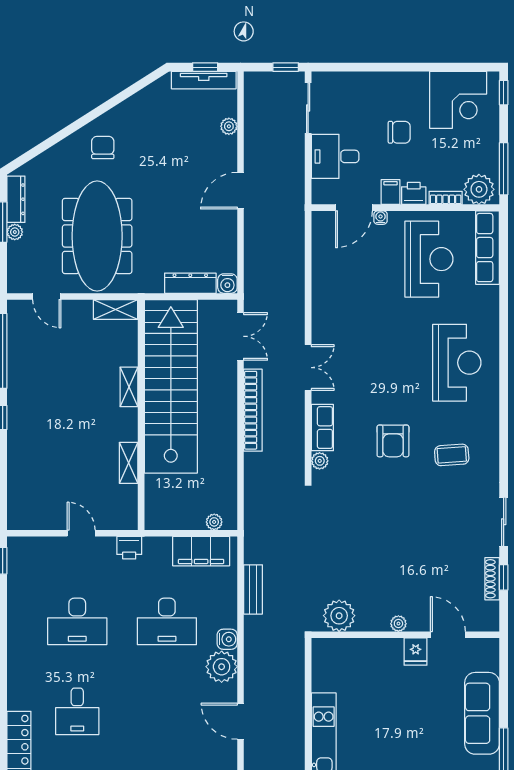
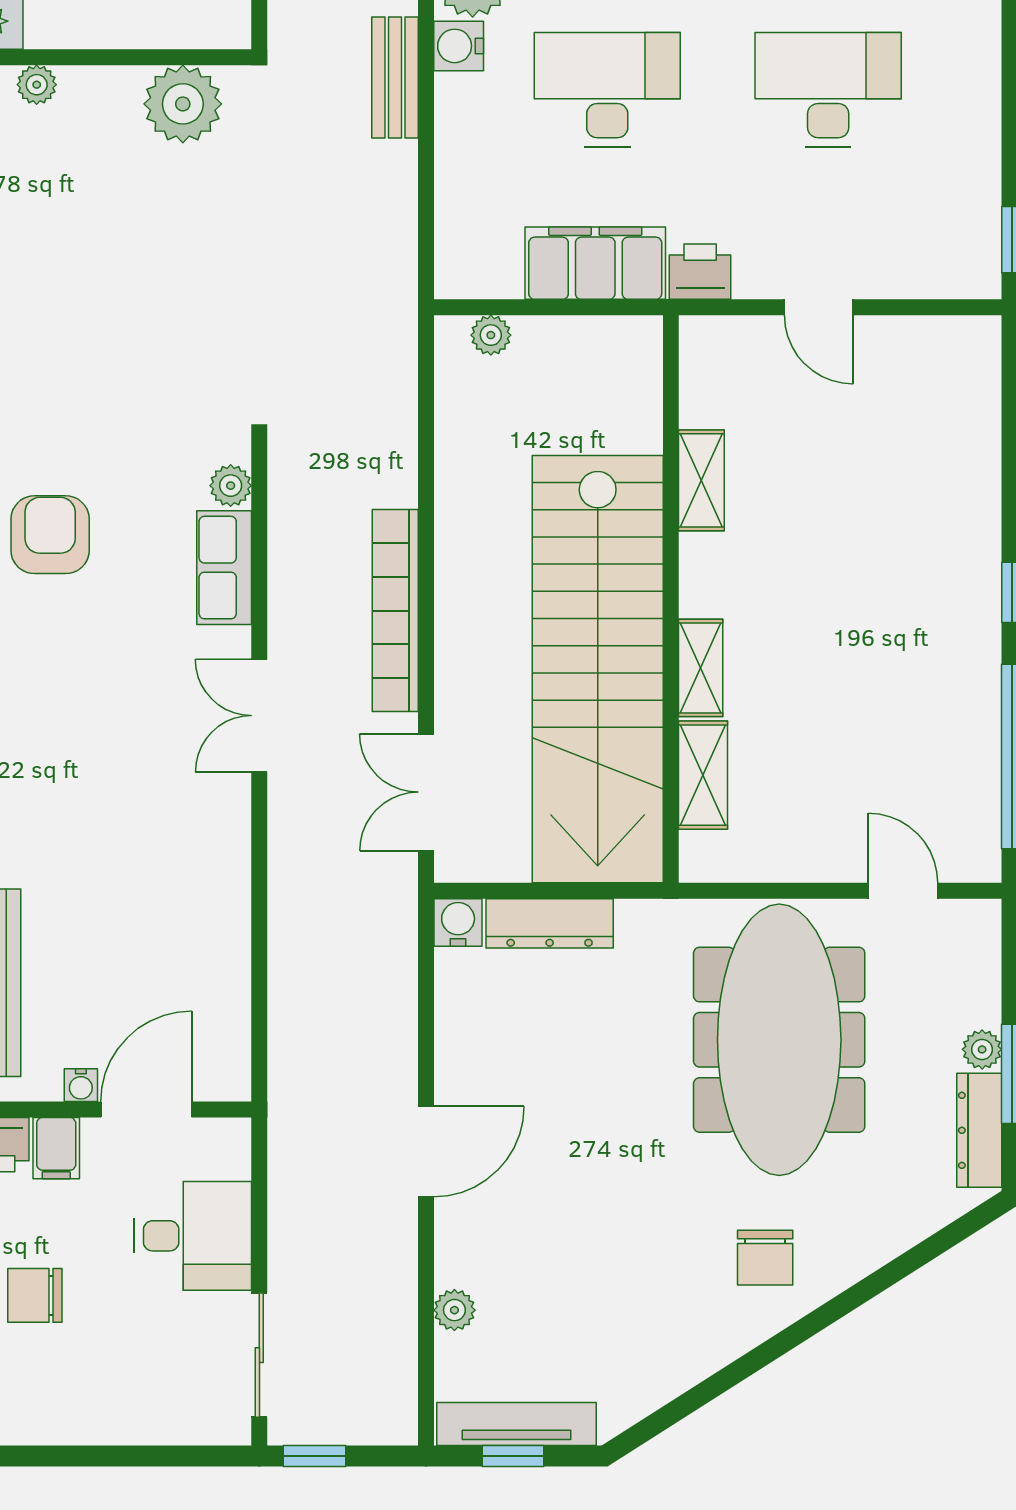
shelving: (116, 310) -> (703, 775), moved, turned 90
filing cabinet: (201, 551) -> (595, 263), moved
bench: (253, 589) -> (395, 78), moved

